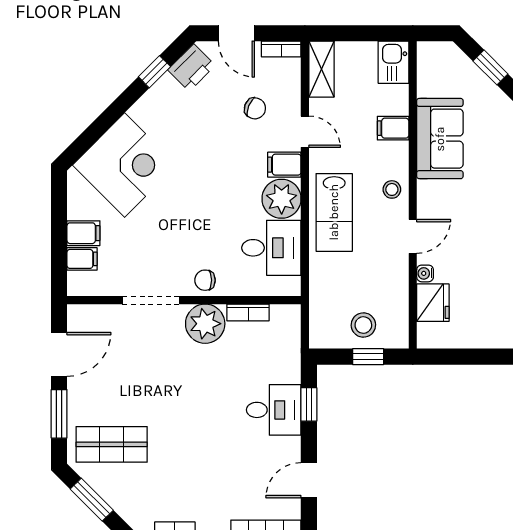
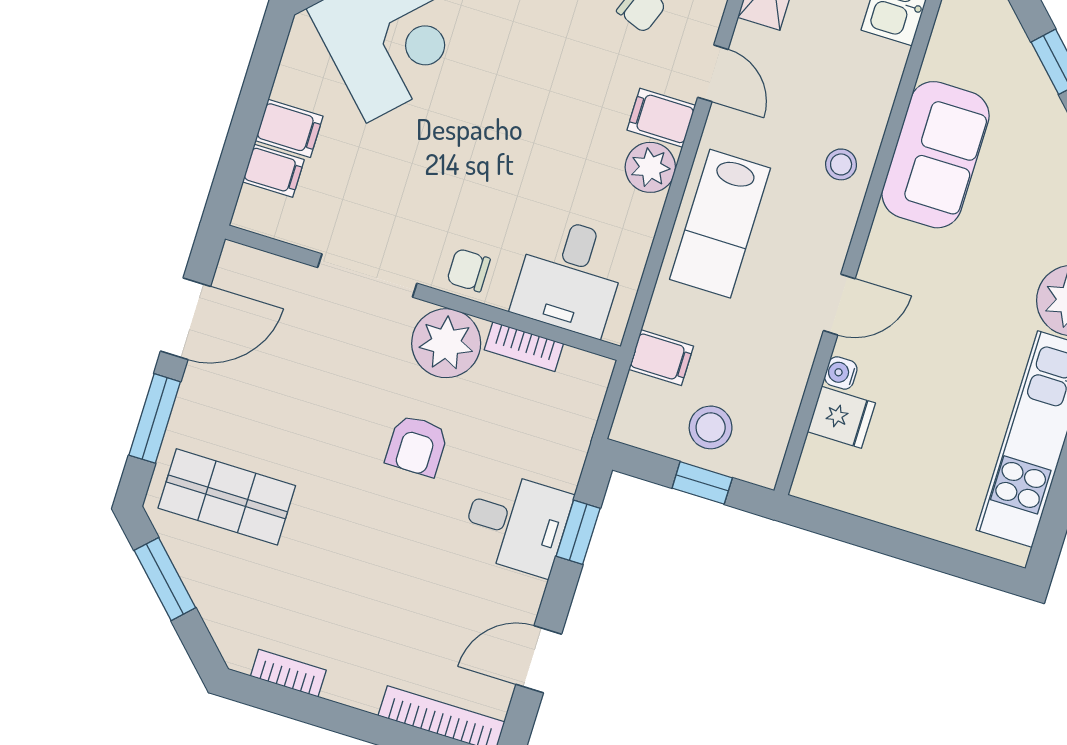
filing cabinet: (393, 128) -> (661, 358), moved, turned 180
stool: (392, 189) -> (841, 164), moved
plant: (282, 199) -> (650, 167), width x0.73, depth x0.73
desk: (271, 248) -> (570, 276), moved, turned 90
fridge: (433, 303) -> (841, 417), width x0.72
armchair: (206, 384) -> (417, 446), added

